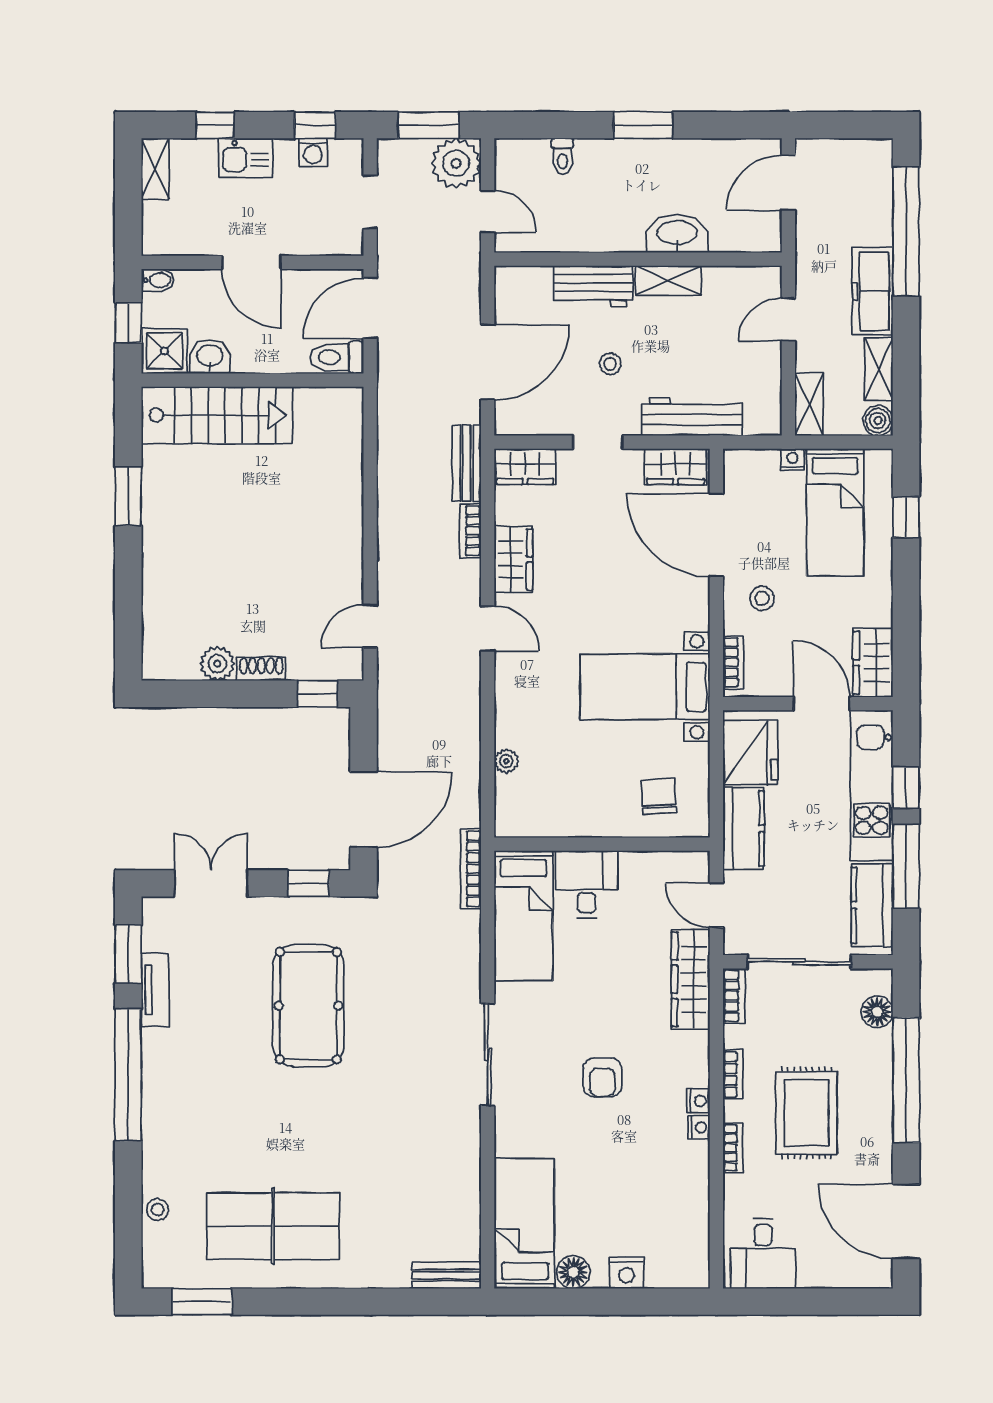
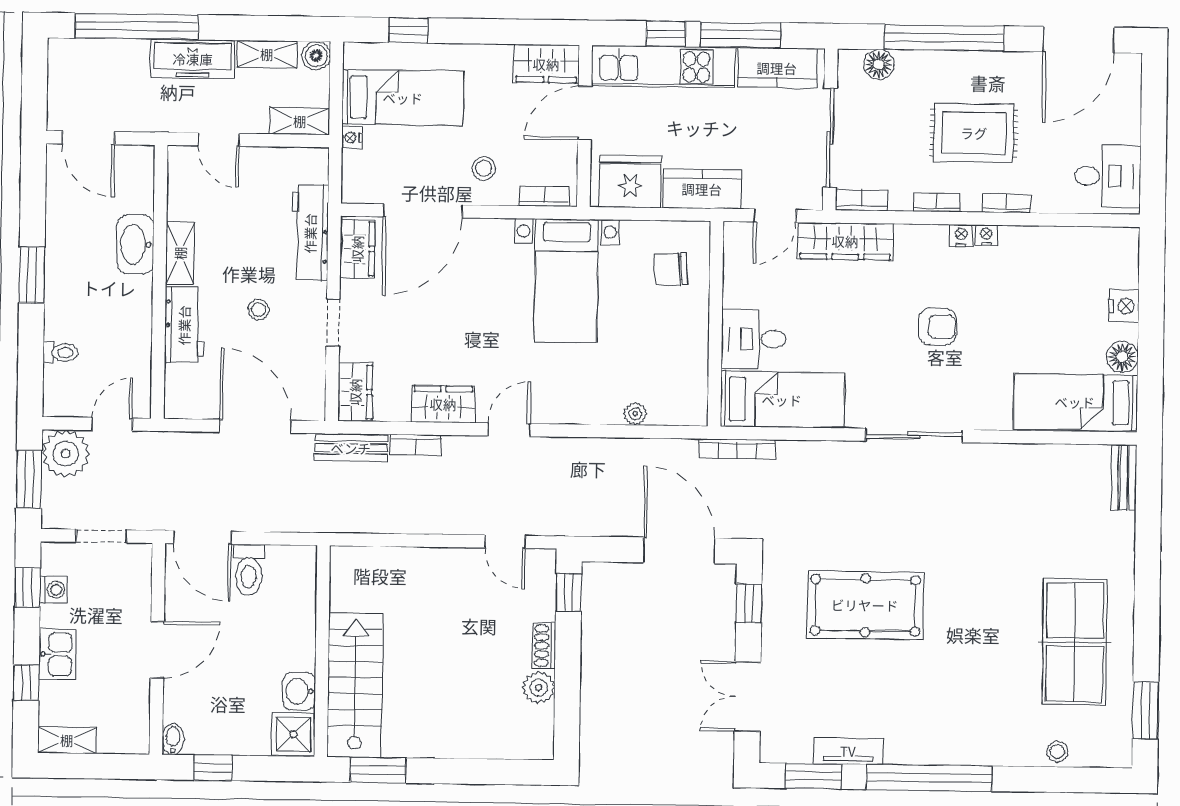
shower: (165, 351) -> (293, 734), moved
washbasin: (210, 356) -> (299, 691), moved
wall: (252, 380) -> (322, 651), moved
stairs: (217, 415) -> (355, 685), moved

